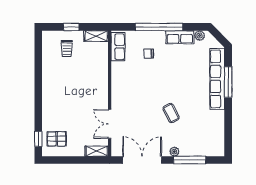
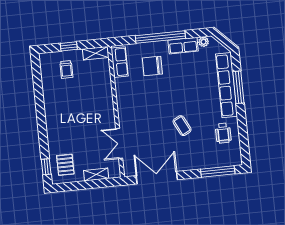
chair: (149, 54) -> (152, 66), width x1.87, depth x1.87
wheelchair: (209, 124) -> (223, 133), added
pallet: (57, 139) -> (65, 165), turned 90
shelving: (97, 151) -> (96, 174), moved
plant: (174, 152) -> (190, 166), removed
window: (190, 160) -> (218, 171), moved

